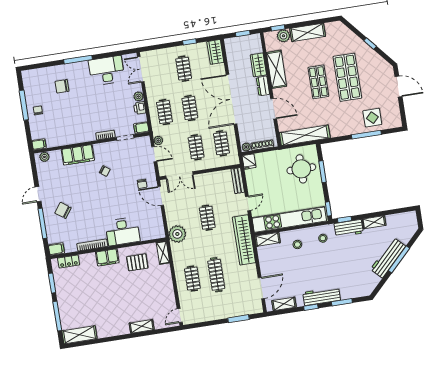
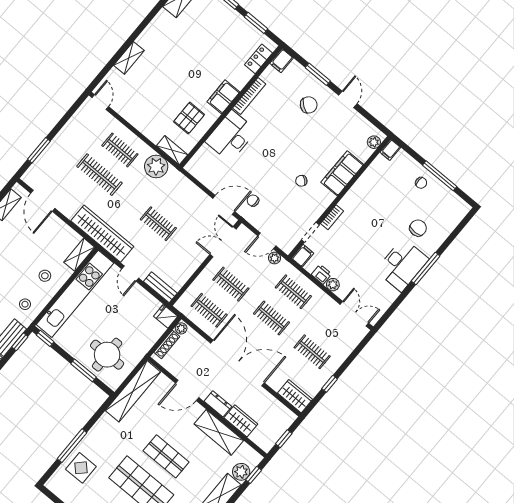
desk: (107, 71) -> (402, 265), moved
window: (43, 223) -> (318, 74), width x0.69
plant: (177, 234) -> (156, 167), moved

